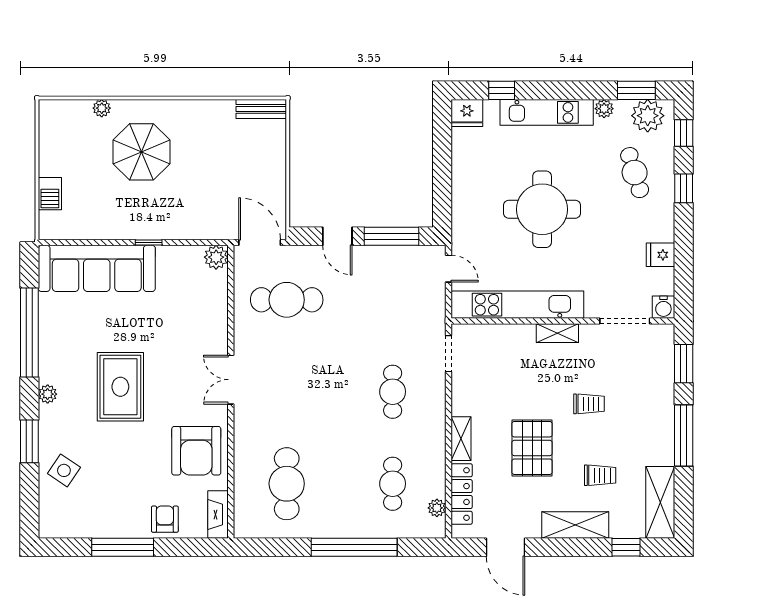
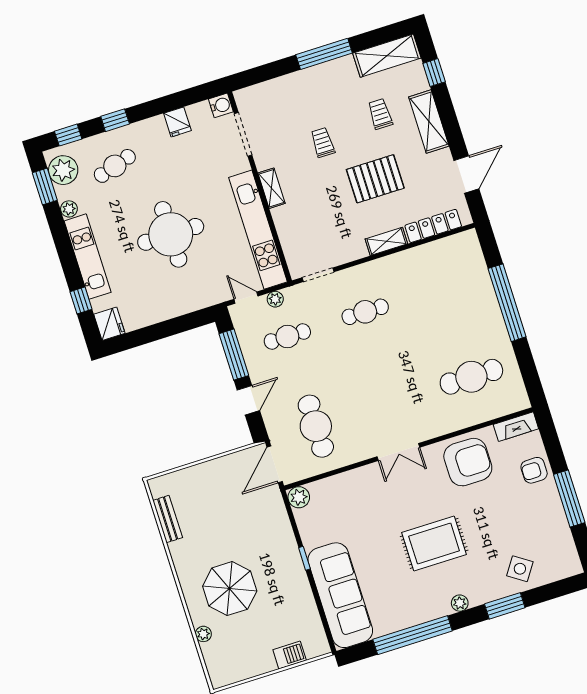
bench: (261, 109) -> (168, 519), moved
door: (448, 269) -> (246, 298), hinge flipped
window: (684, 364) -> (263, 73), removed
cafe table: (393, 484) -> (287, 337), moved
plant: (437, 508) -> (275, 299), moved

